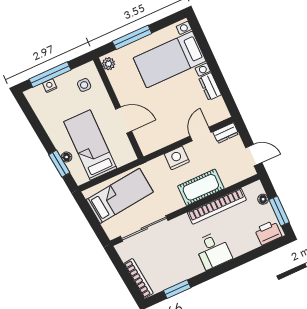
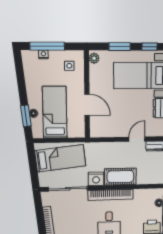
window: (167, 22) -> (150, 47), added
window: (132, 37) -> (120, 47), width x0.69
nightstand: (177, 158) -> (96, 179), moved, turned 180
bookcase: (217, 206) -> (111, 195), moved

